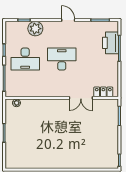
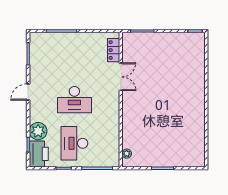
printer: (110, 43) -> (39, 154), moved, turned -90
desk: (25, 59) -> (74, 143), turned 180
desk: (62, 59) -> (74, 100), turned -90

